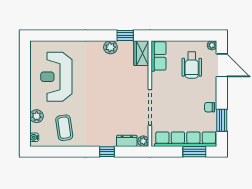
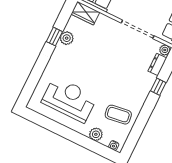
window: (125, 35) -> (54, 37), moved
reception desk: (56, 77) -> (69, 99), turned 180

